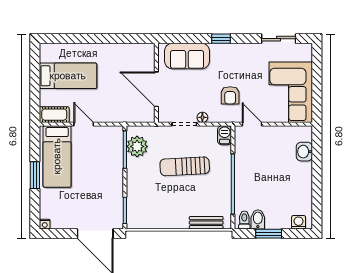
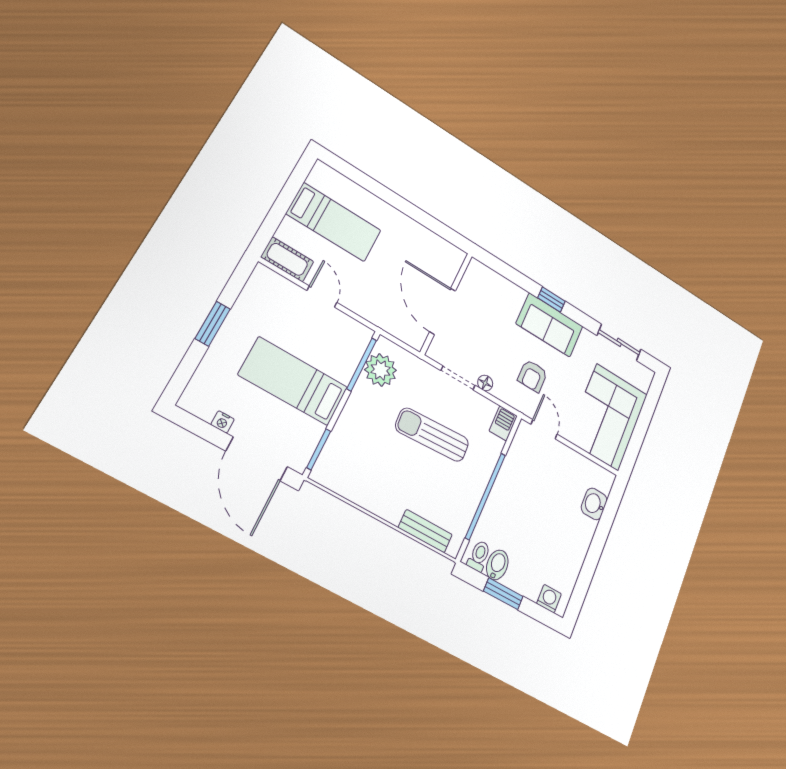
sofa: (187, 56) -> (549, 325), moved
bed: (57, 156) -> (293, 381), moved, turned 90
nightstand: (45, 224) -> (223, 422), moved

